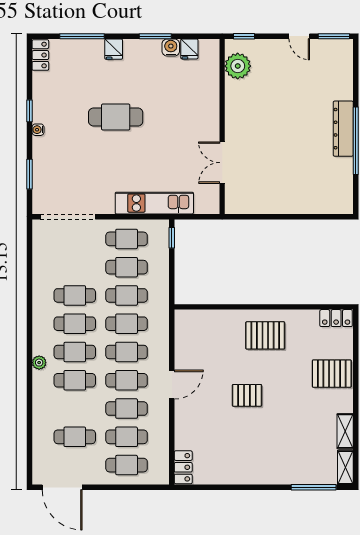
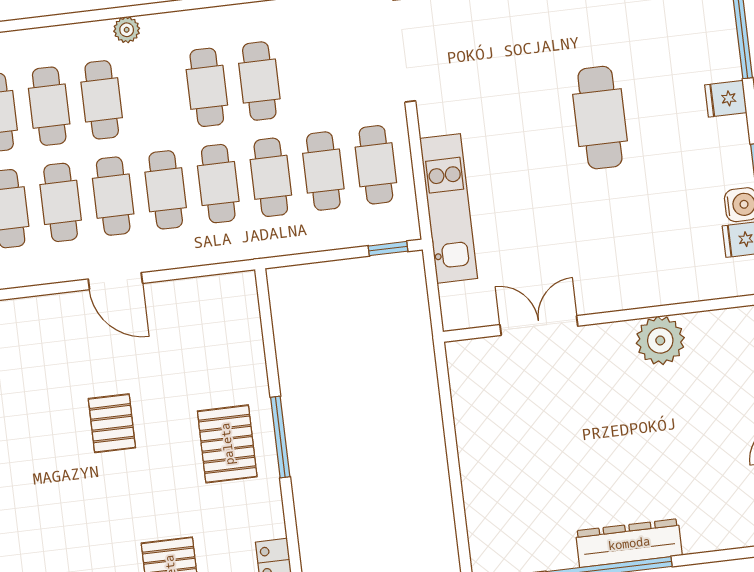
plant: (238, 66) -> (660, 340), moved
window: (265, 307) -> (280, 437), added
cafe table: (75, 352) -> (49, 106), moved

